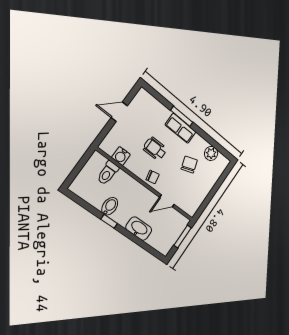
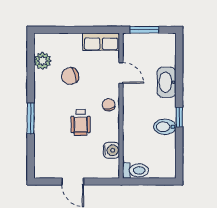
row of seats: (181, 128) -> (101, 42), moved, turned 90
toilet: (108, 173) -> (136, 170), moved

